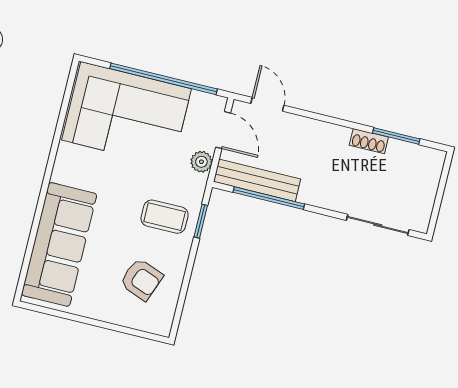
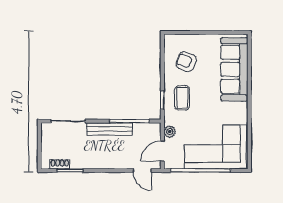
door: (223, 130) -> (162, 151), hinge flipped
shoe rack: (369, 141) -> (60, 164), moved
bench: (257, 180) -> (110, 129), moved
coffee table: (165, 217) -> (182, 98), turned 90

